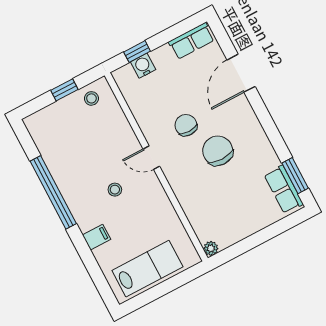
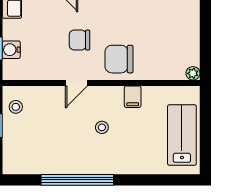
chair: (218, 151) -> (119, 59), moved
door: (151, 158) -> (76, 83), moved
filing cabinet: (97, 237) -> (133, 97), moved, turned 180

